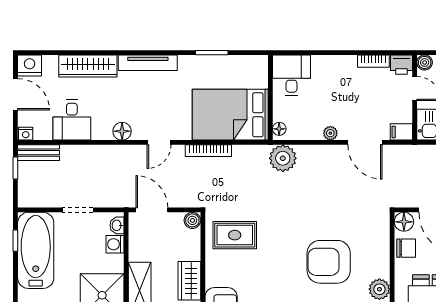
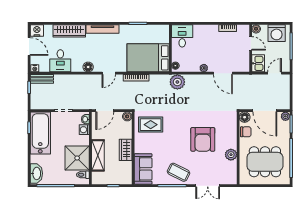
printer: (402, 65) -> (243, 30), removed
filing cabinet: (401, 132) -> (243, 67), removed
door: (152, 210) -> (105, 111), swing flipped
armchair: (329, 262) -> (203, 139), turned -90

